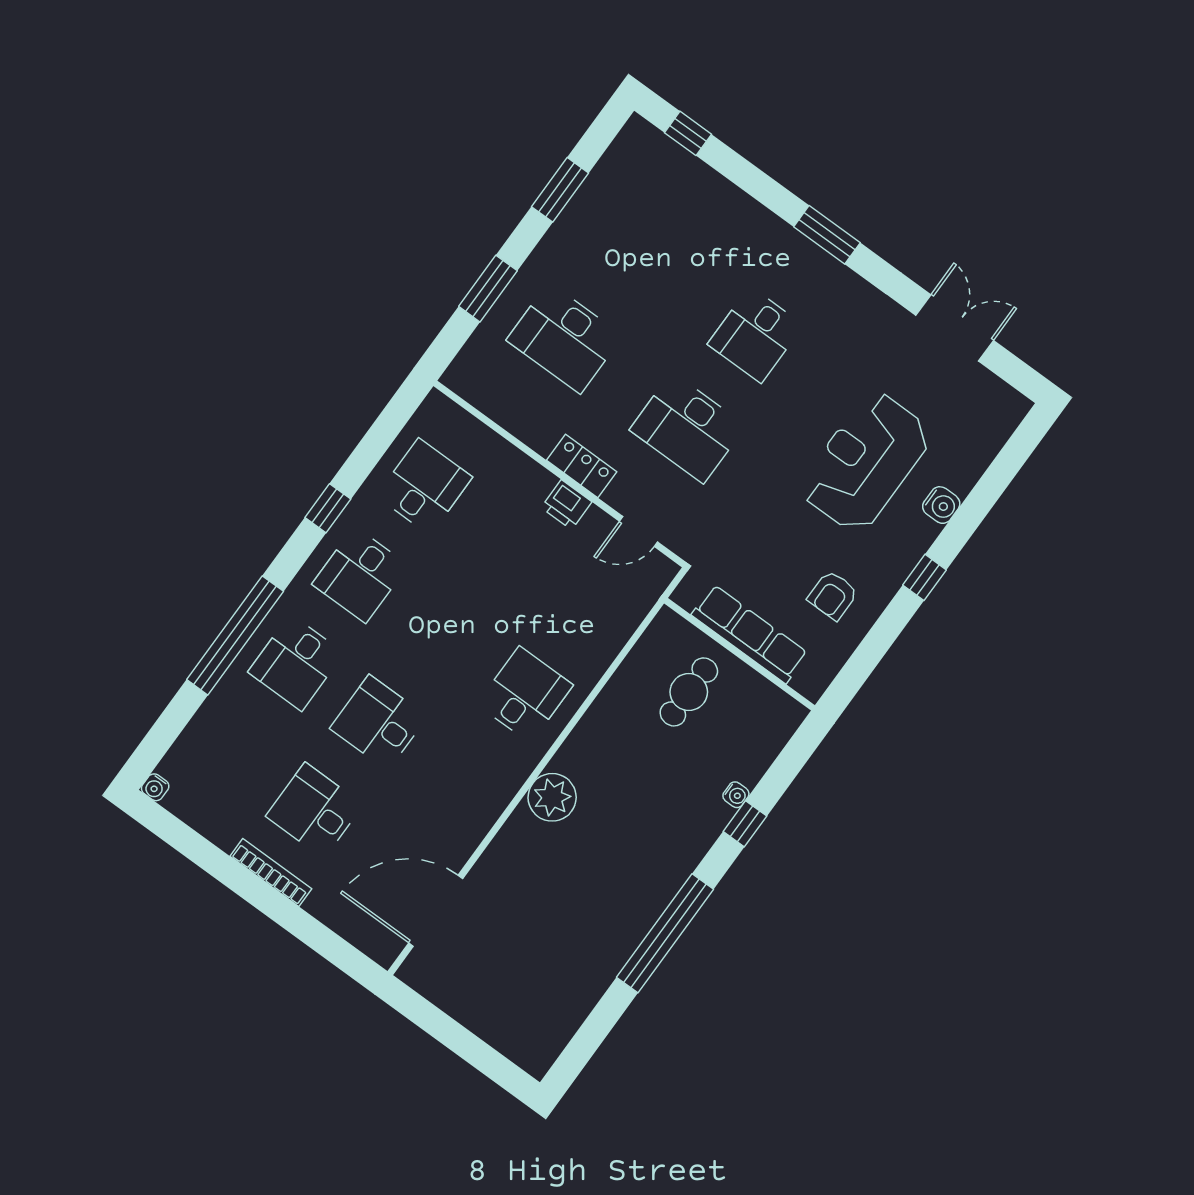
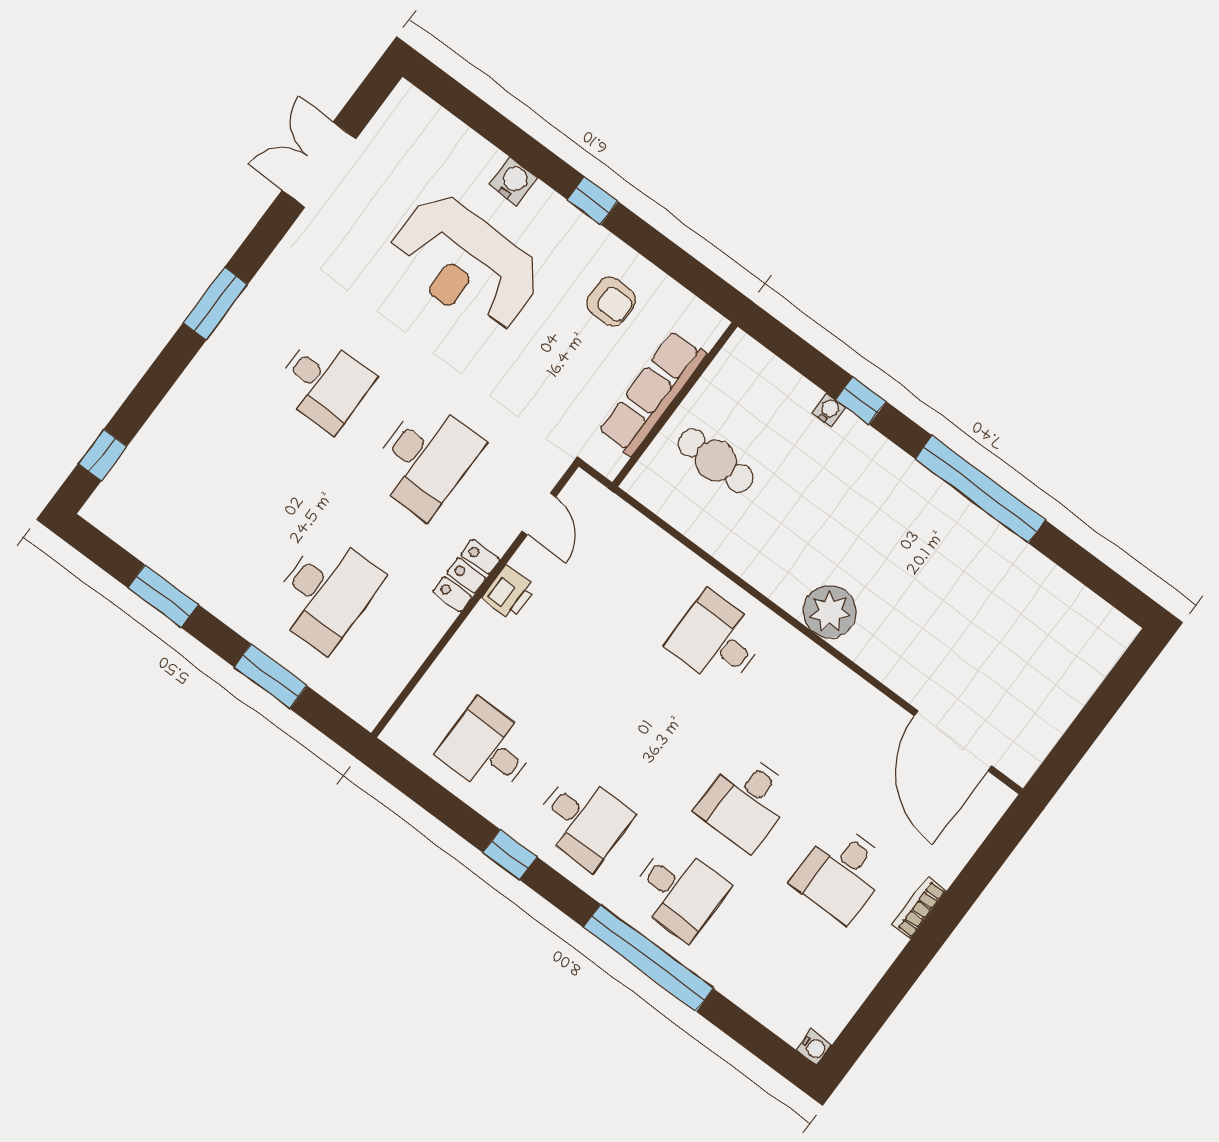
bookcase: (271, 872) -> (919, 908), width x0.64

